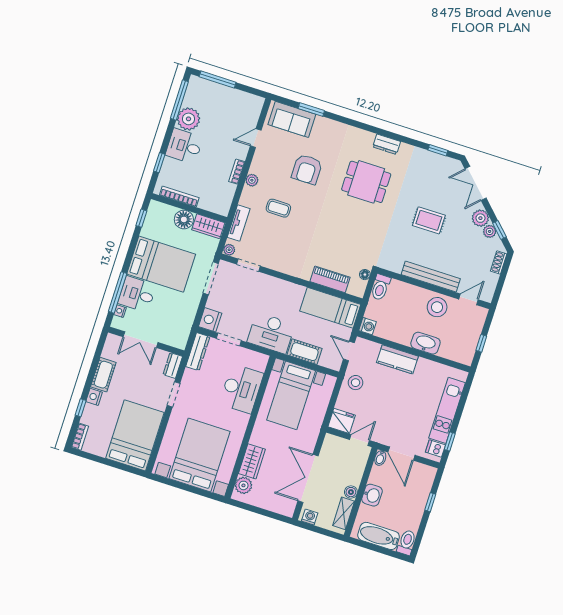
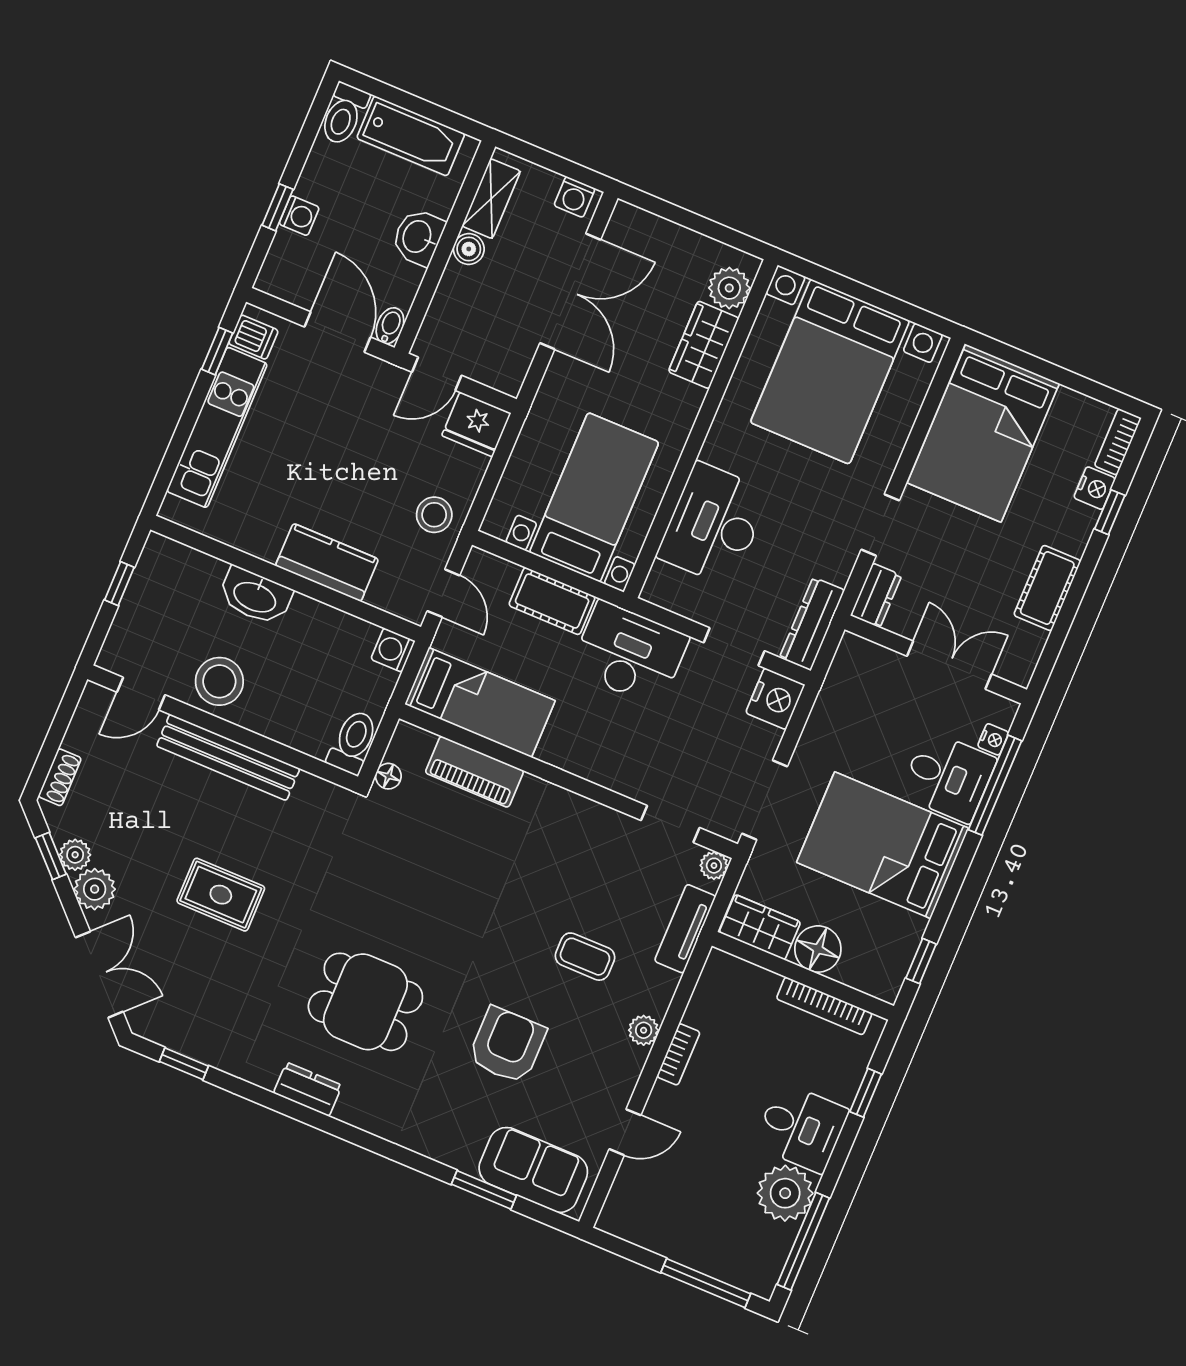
nightstand: (94, 397) -> (1095, 488), moved
washing machine: (421, 500) -> (299, 216), added

